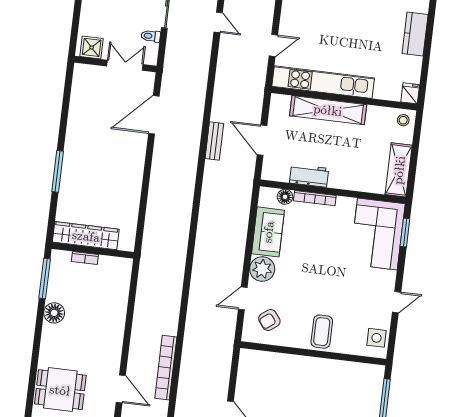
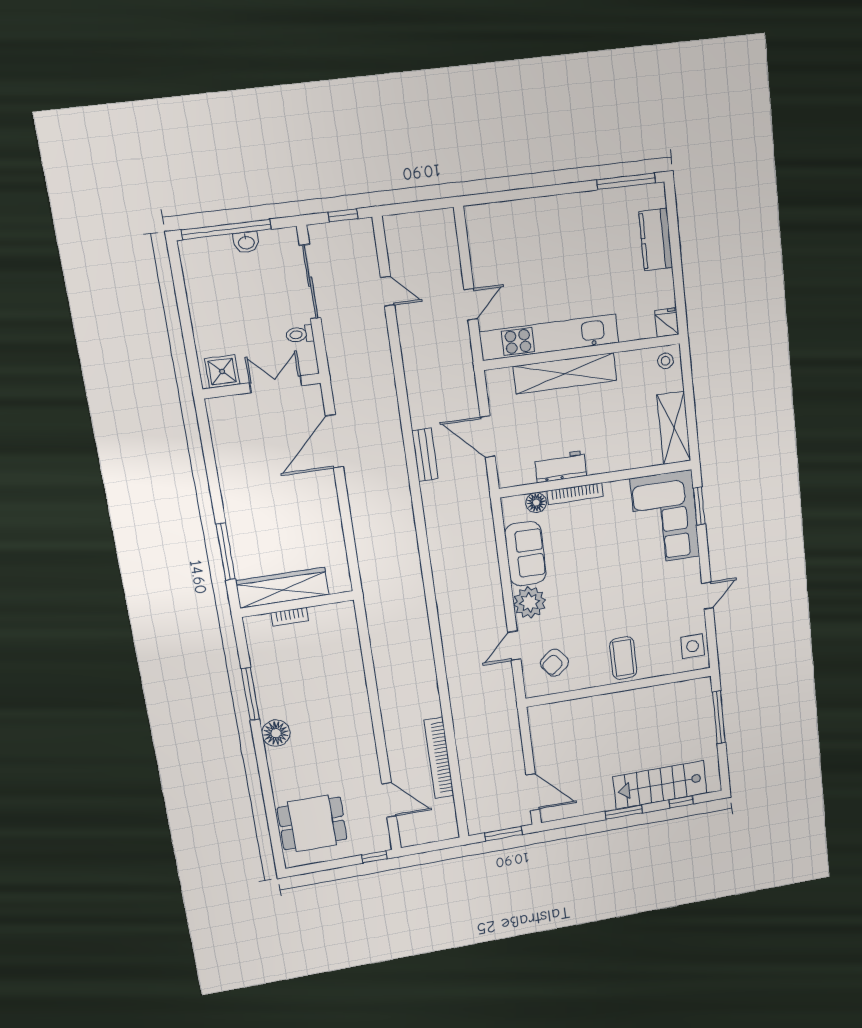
wardrobe: (86, 236) -> (282, 588), moved
wall: (93, 250) -> (297, 604), moved
bookcase: (85, 258) -> (290, 617), moved

